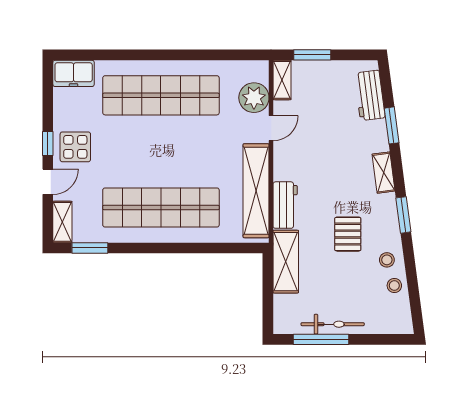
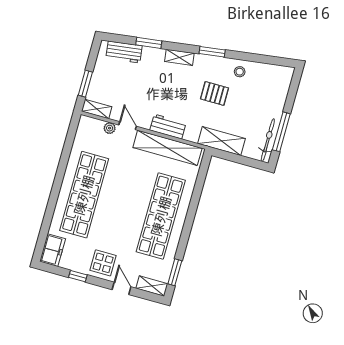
plant: (254, 98) -> (110, 128), width x0.53, depth x0.53
window: (48, 144) -> (78, 276), moved
workbench: (285, 205) -> (168, 127), moved
stool: (394, 286) -> (259, 71), removed
bicycle: (333, 324) -> (268, 140), moved

